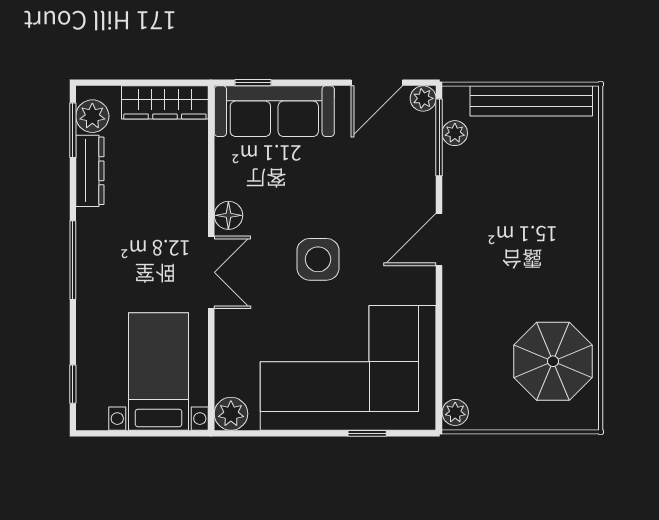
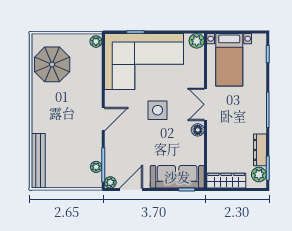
bench: (531, 101) -> (38, 161), moved, turned 90

